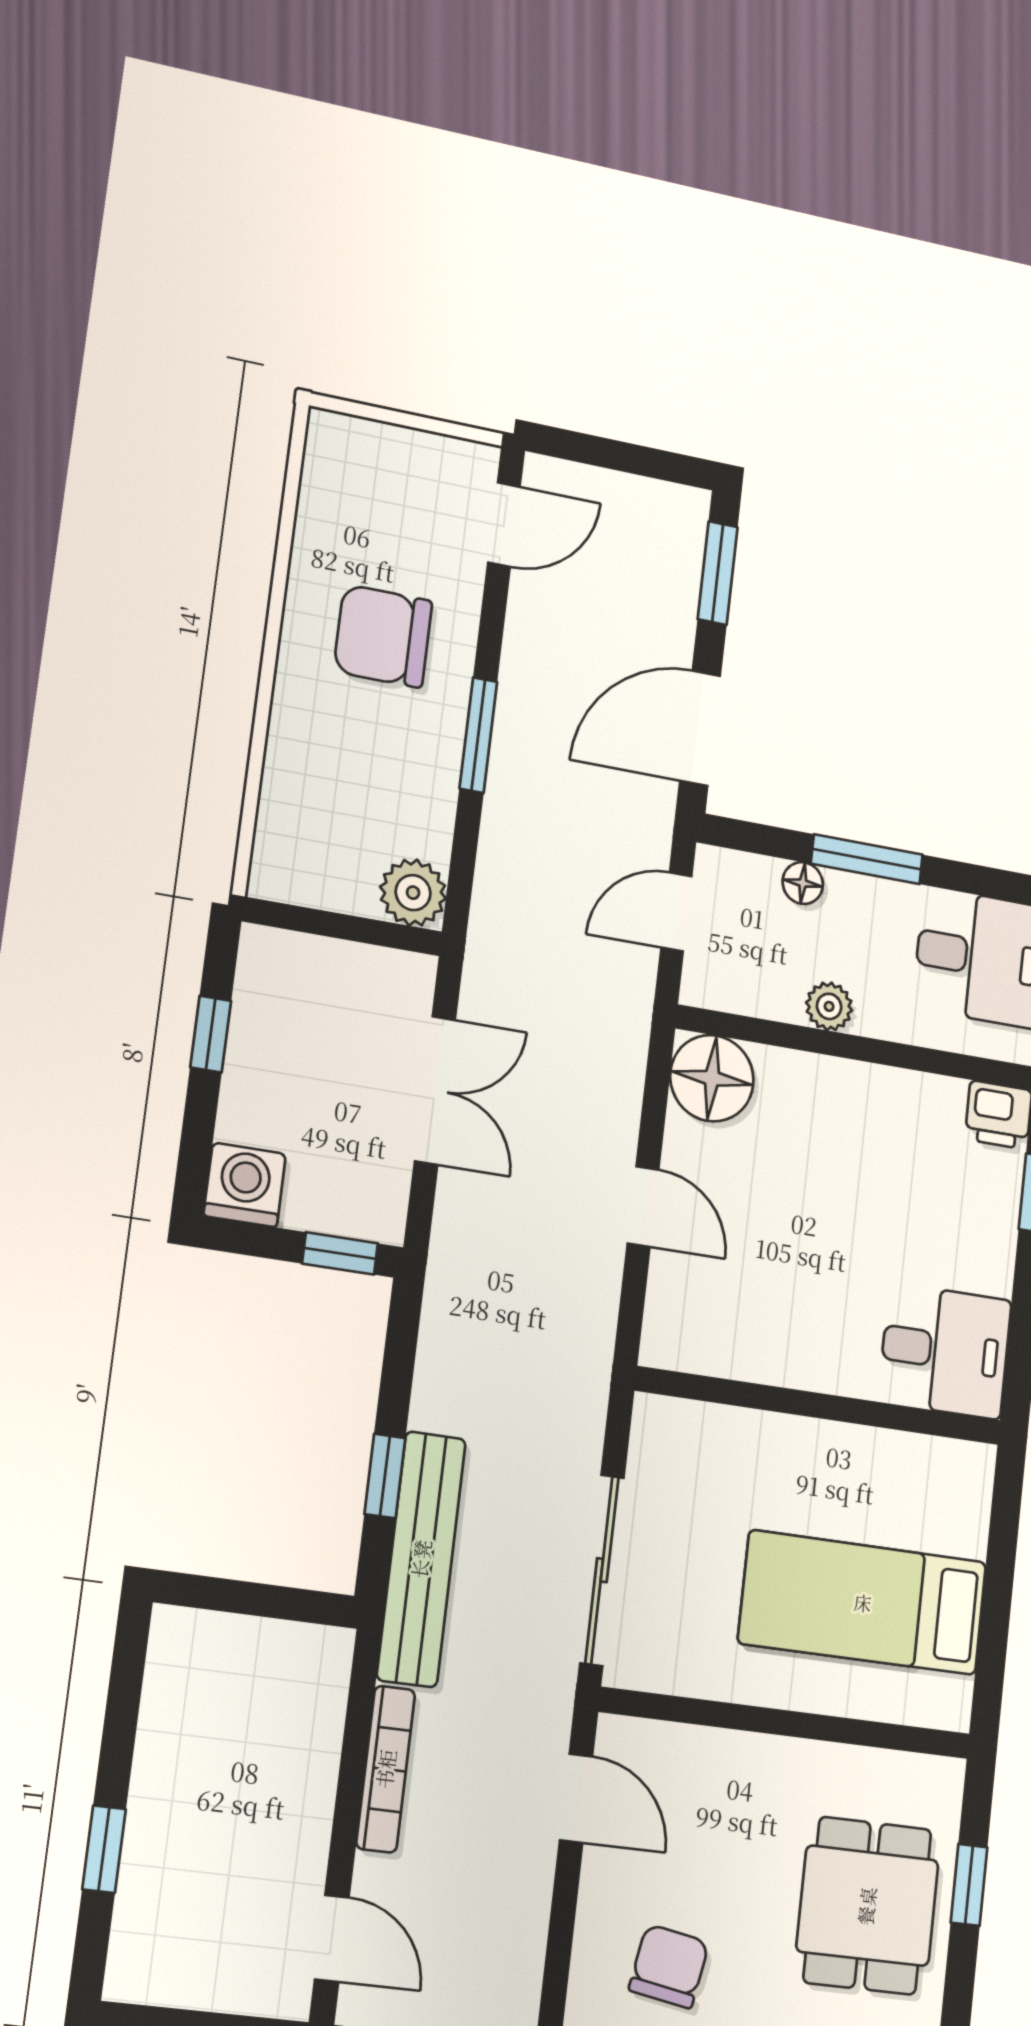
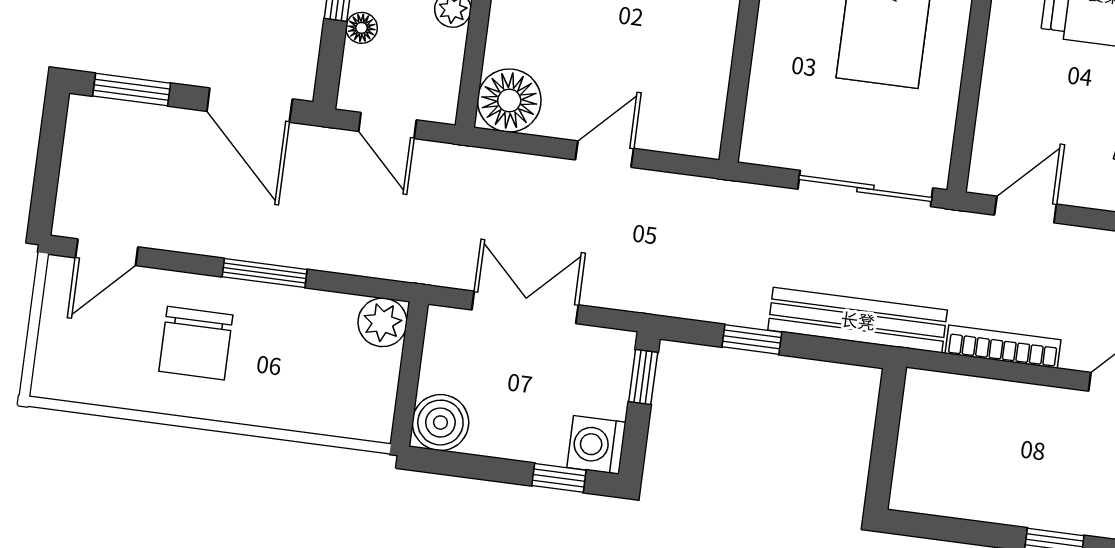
door: (504, 525) -> (107, 252), swing flipped
boiler: (275, 967) -> (440, 423), added
window: (211, 1034) -> (559, 478), moved
window: (385, 1476) -> (752, 340), moved

